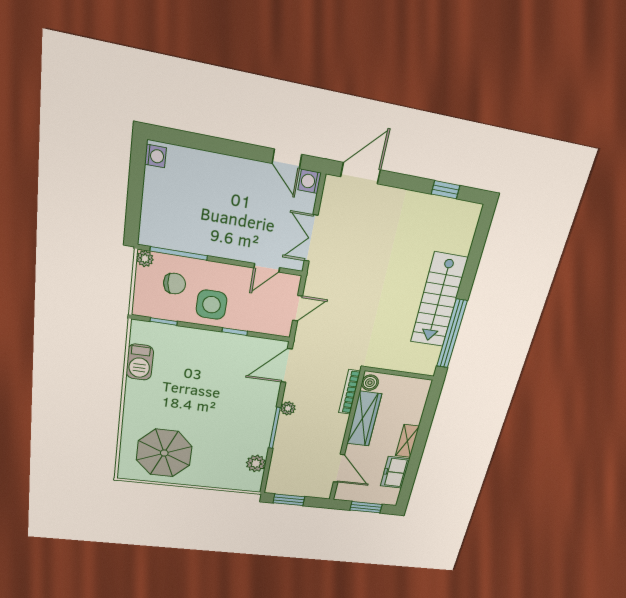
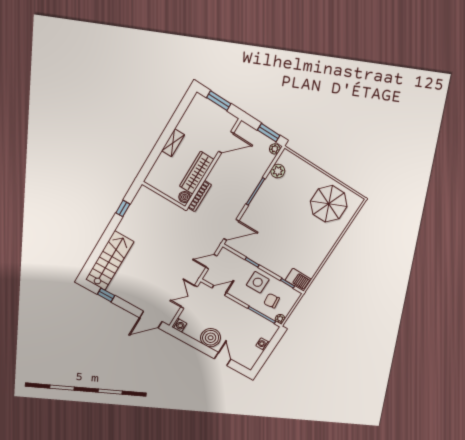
washing machine: (155, 156) -> (263, 344), moved
door: (287, 159) -> (223, 359), moved
boiler: (247, 178) -> (211, 338), added
double door: (311, 238) -> (189, 297), swing flipped
stairs: (439, 300) -> (110, 261), moved
window: (452, 334) -> (123, 208), width x0.32
barbecue: (140, 362) -> (298, 280), moved, turned 90
plant: (288, 408) -> (275, 149), moved
door: (339, 468) -> (226, 142), swing flipped
freezer: (395, 472) -> (189, 121), removed

